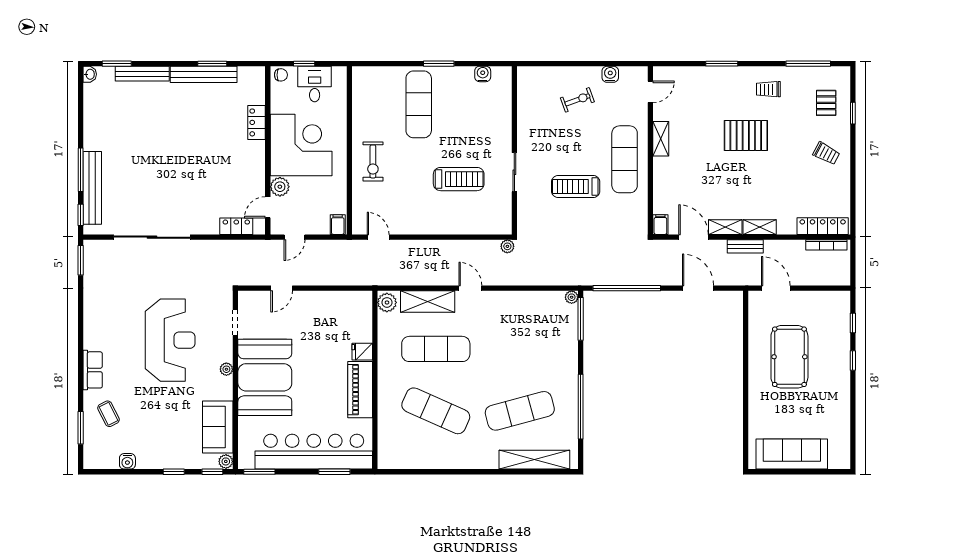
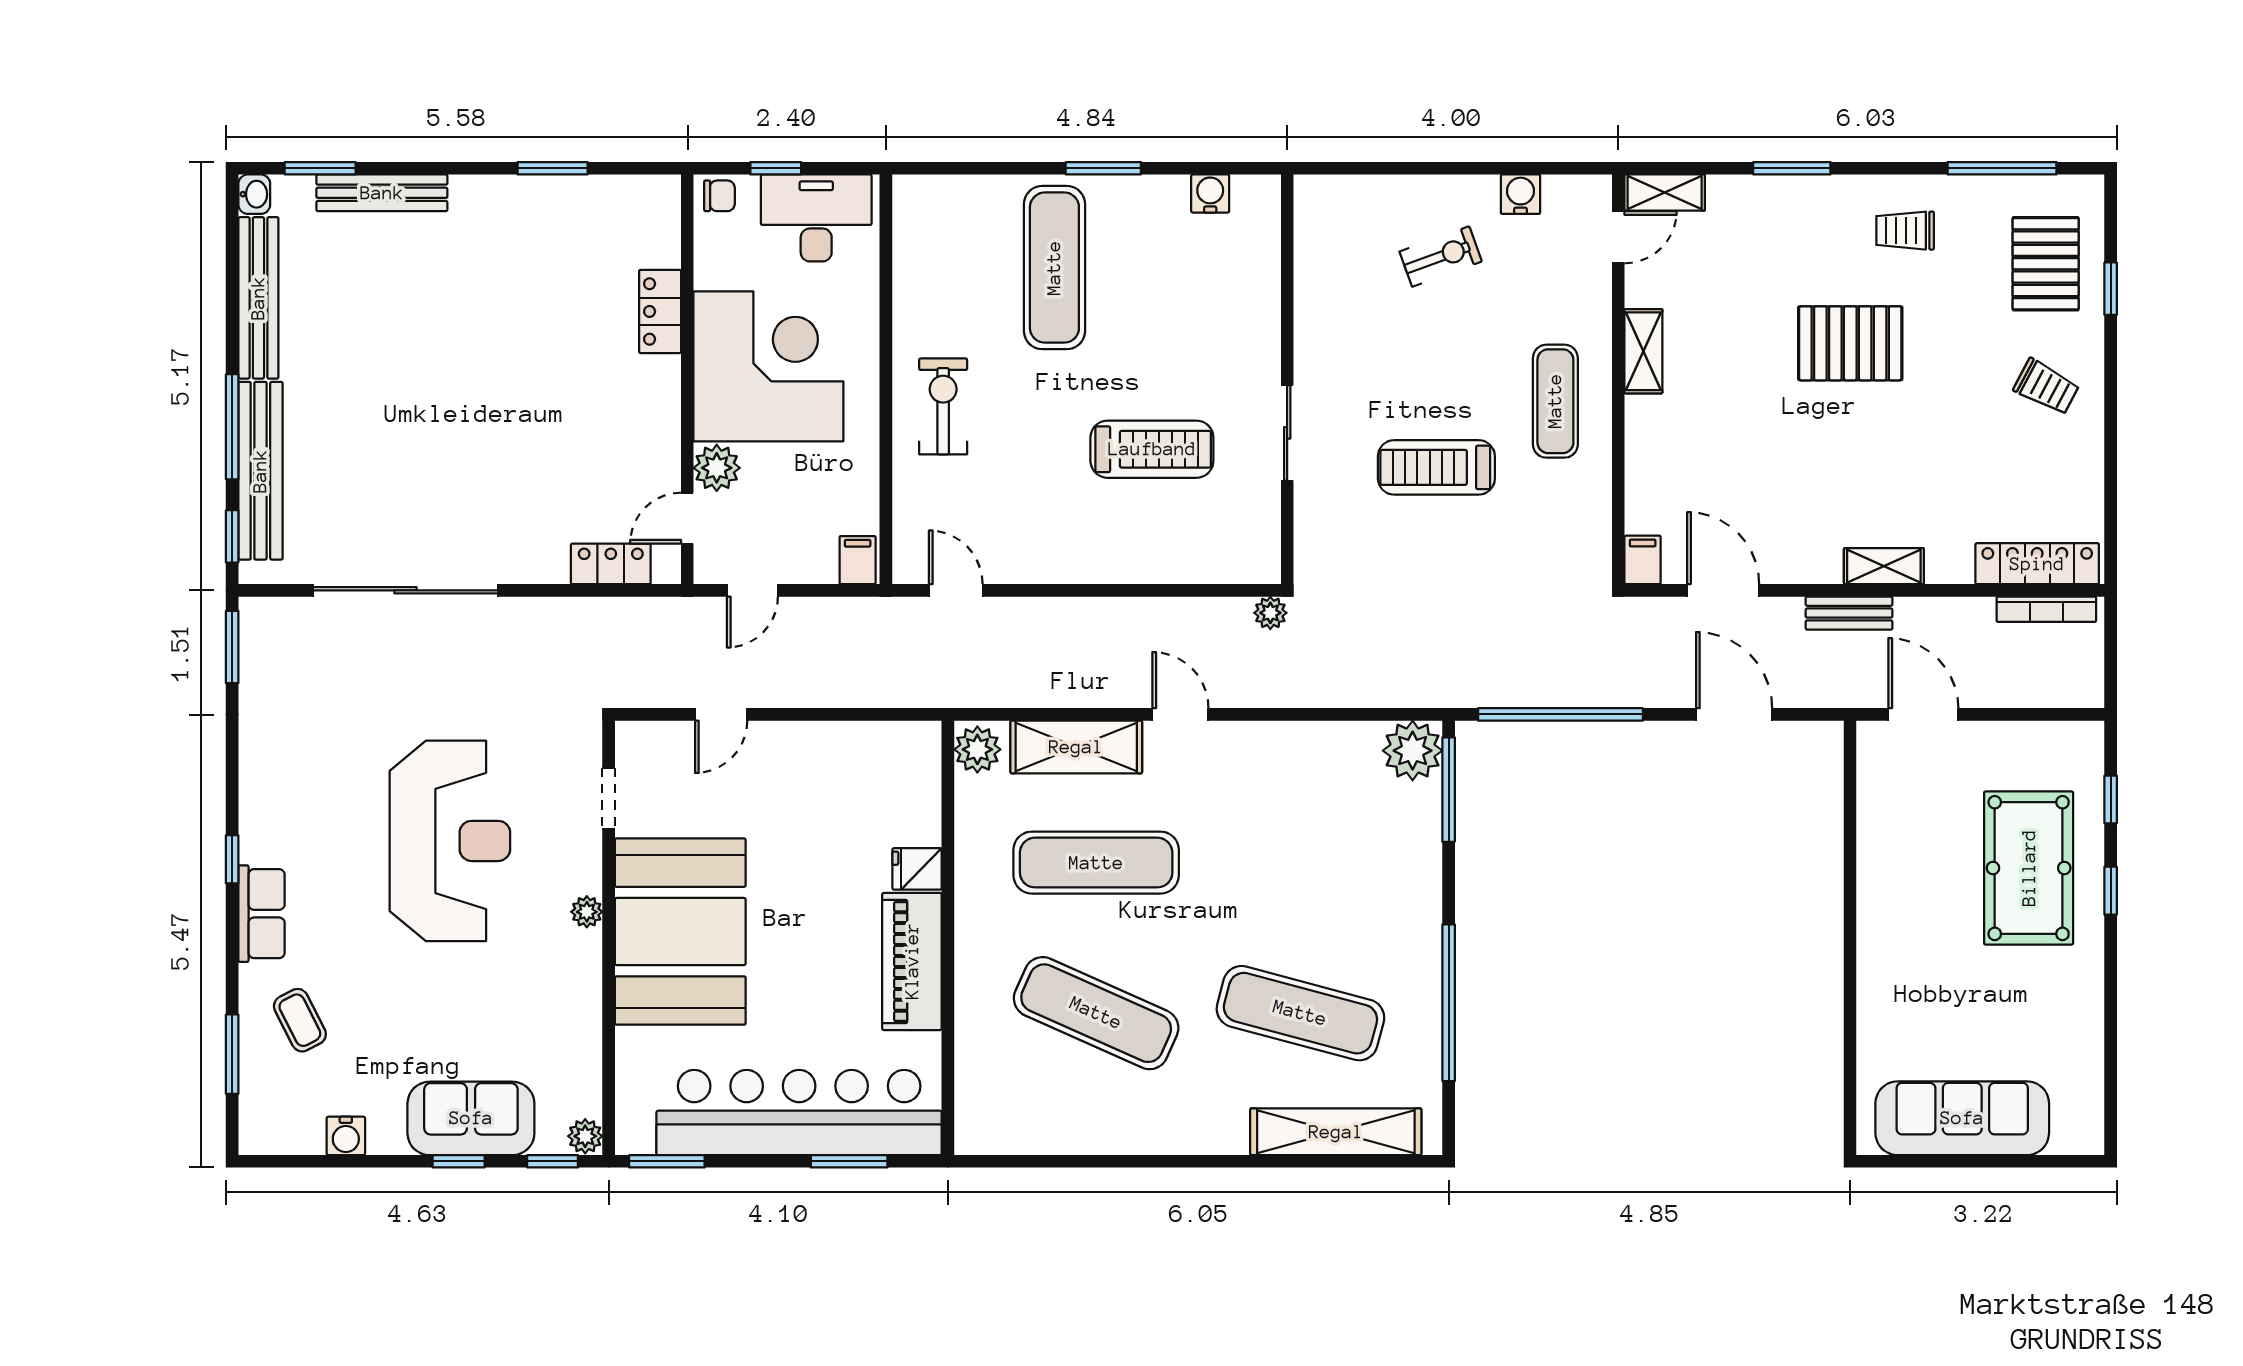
bench: (204, 74) -> (258, 298), moved, turned 90
desk: (315, 84) -> (816, 218), width x1.37
pallet: (826, 103) -> (2046, 264), width x1.50, depth x1.42
exercise mat: (625, 159) -> (1555, 401), width x0.73, depth x0.69
exercise bike: (373, 161) -> (943, 406), turned 180
shelving: (725, 227) -> (1665, 193), moved
plant: (572, 297) -> (1413, 751), width x1.87, depth x1.87
window: (81, 348) -> (232, 859), added
pool table: (789, 357) -> (2029, 868), moved
exercise mat: (520, 411) -> (1300, 1013), turned 30
sofa: (218, 427) -> (471, 1118), moved, turned 90

